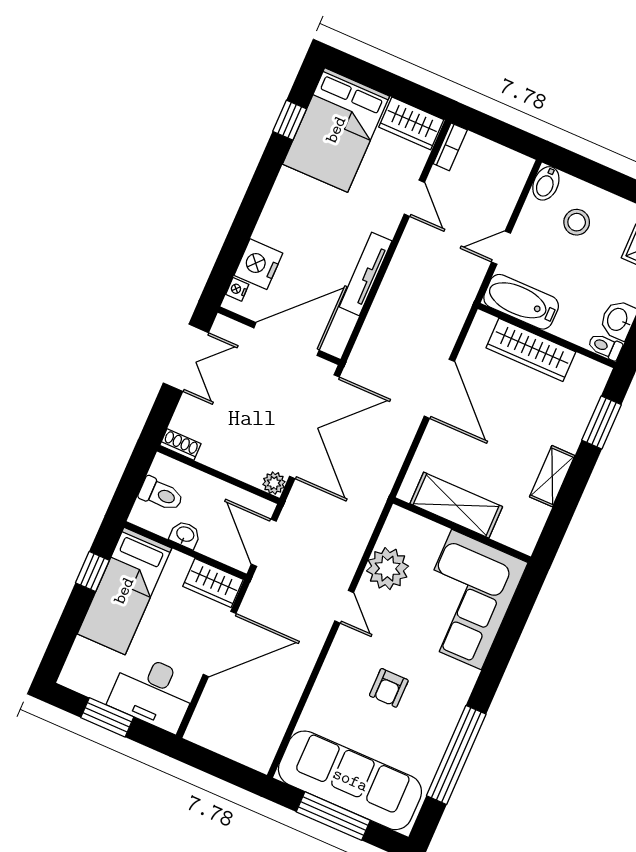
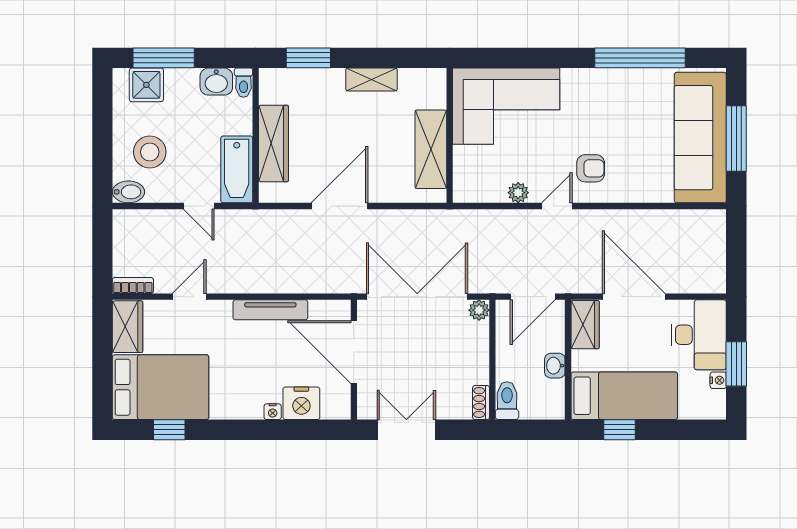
stool: (577, 222) -> (150, 152), width x1.38, depth x1.38
nightstand: (237, 289) -> (273, 412), moved
toilet: (161, 494) -> (507, 401), moved
plant: (388, 569) -> (518, 193), width x0.53, depth x0.53
armchair: (389, 688) -> (591, 168), moved
nightstand: (99, 692) -> (718, 380), added

